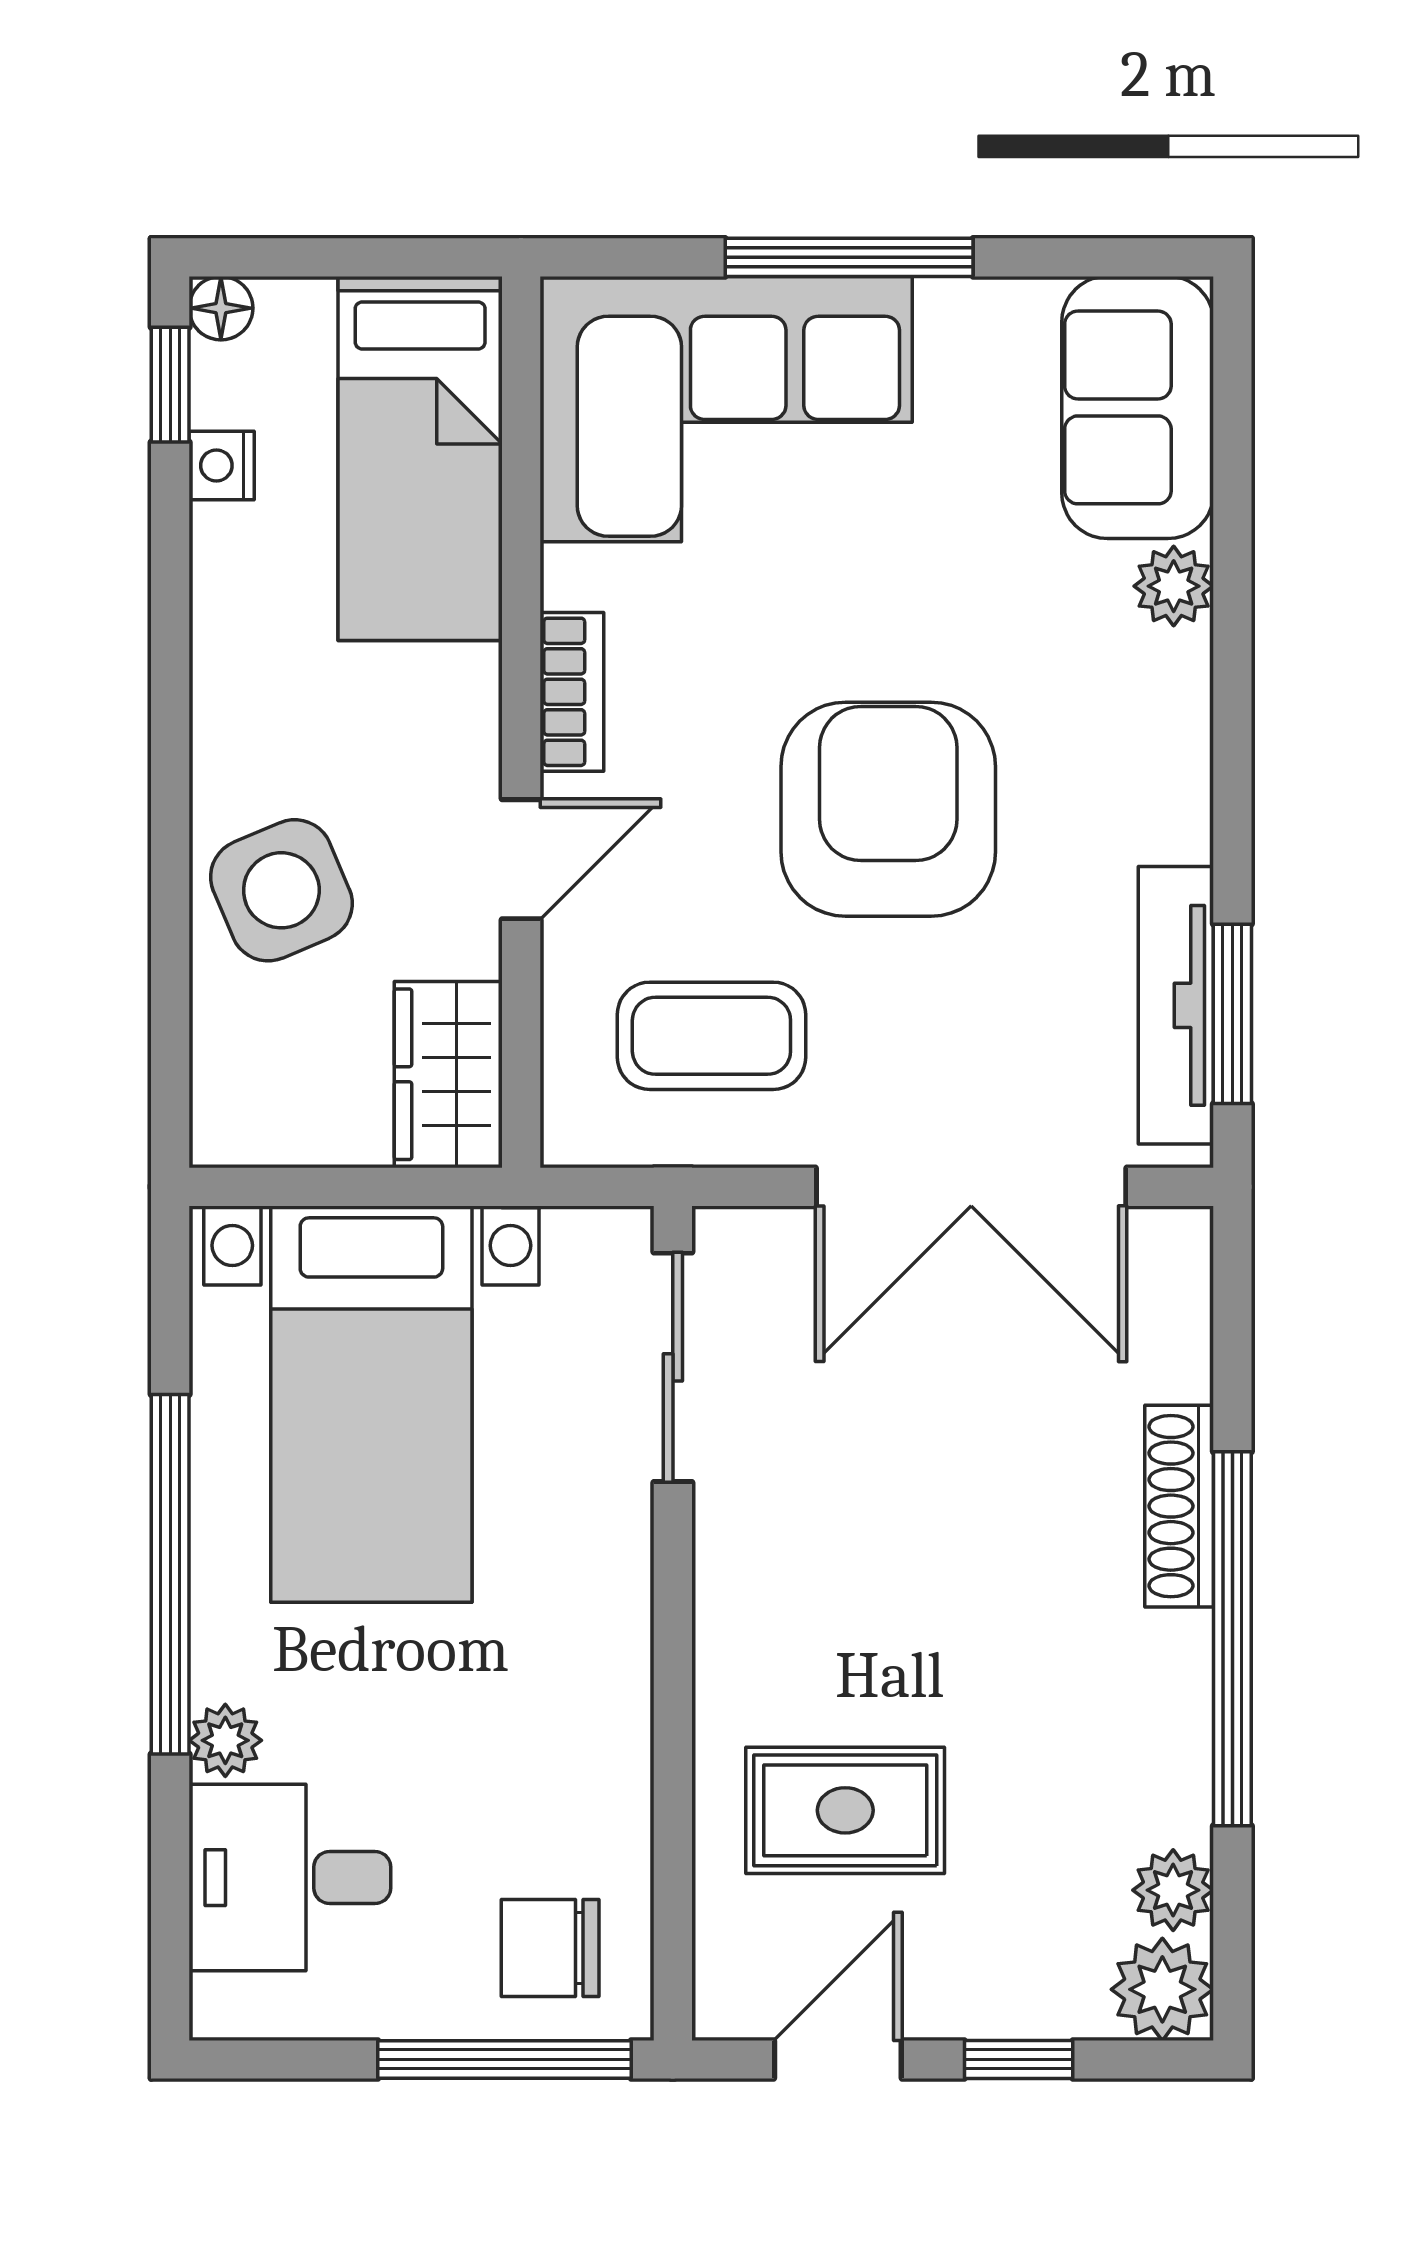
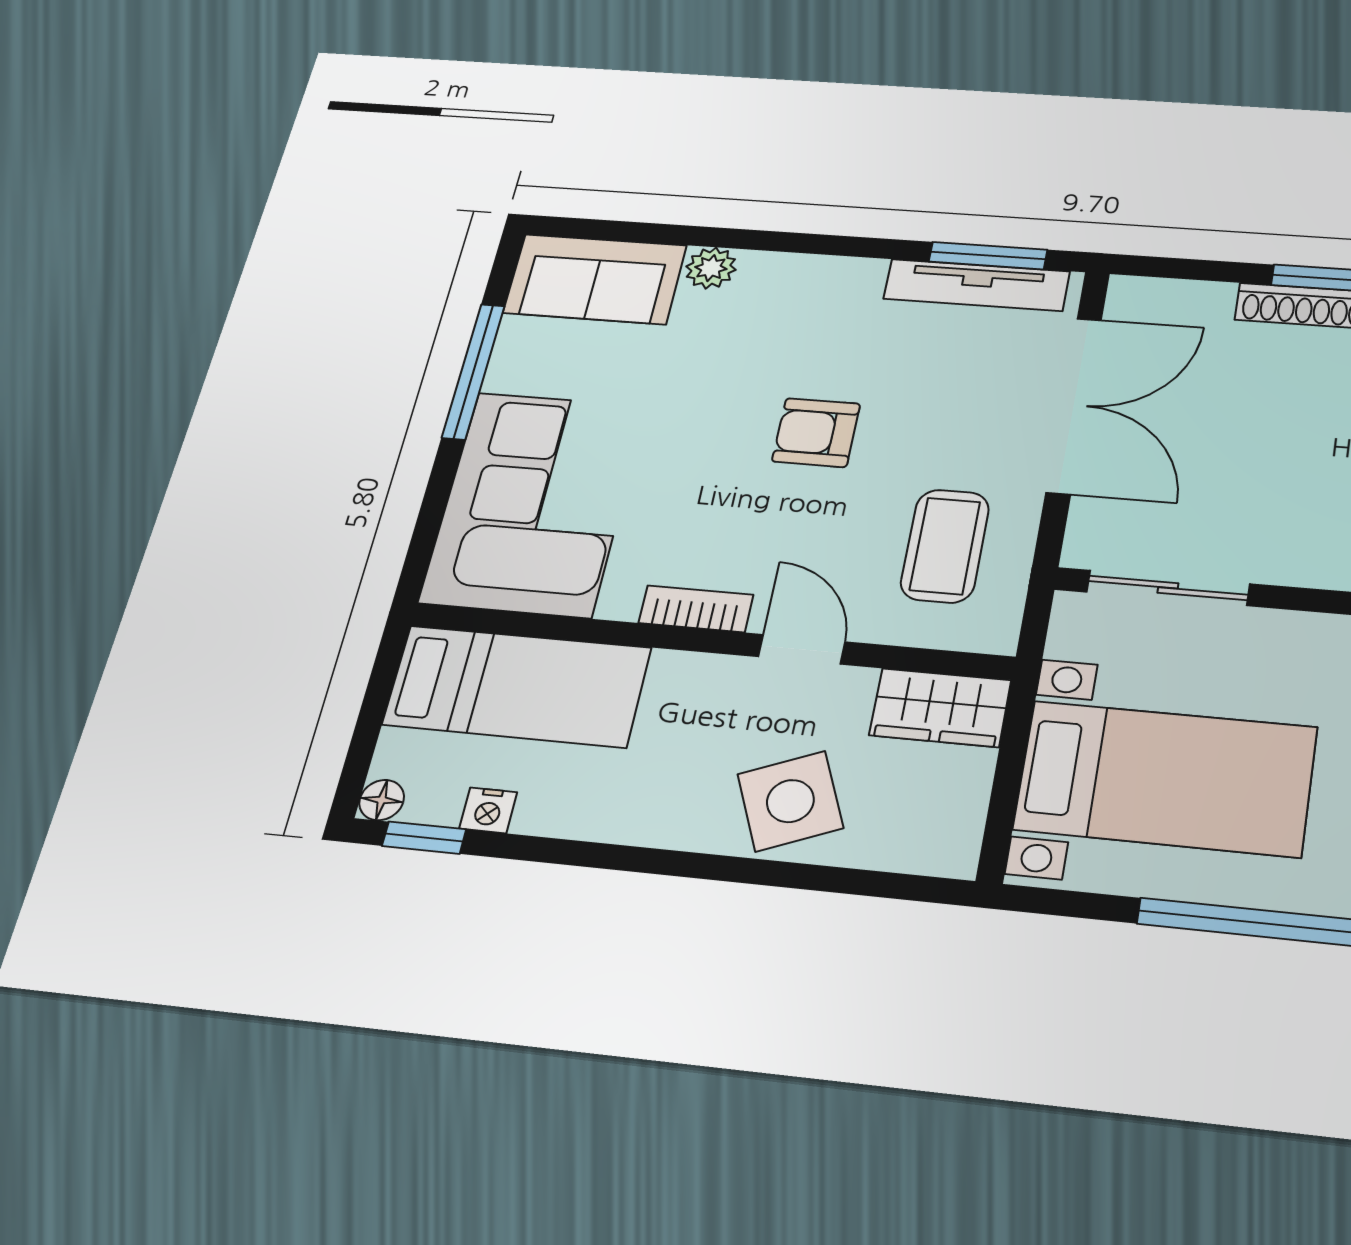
window: (849, 257) -> (473, 371), moved
armchair: (888, 809) -> (816, 433), width x0.53, depth x0.53

